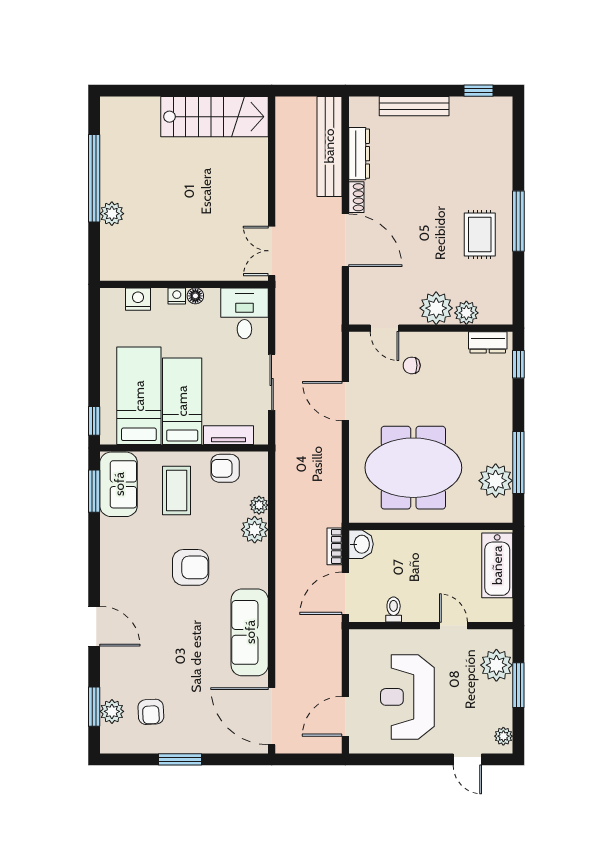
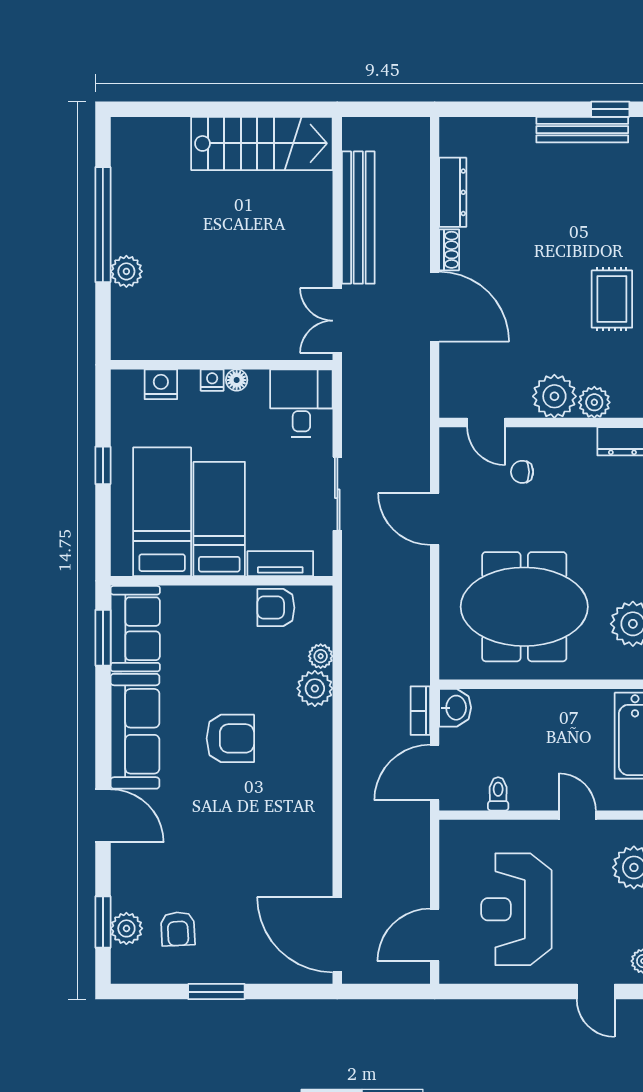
bench: (414, 106) -> (582, 130), moved
bench: (329, 146) -> (358, 218), moved
window: (94, 421) -> (103, 465), moved
coffee table: (177, 490) -> (212, 637), removed
sofa: (250, 632) -> (135, 731), moved, turned 180

